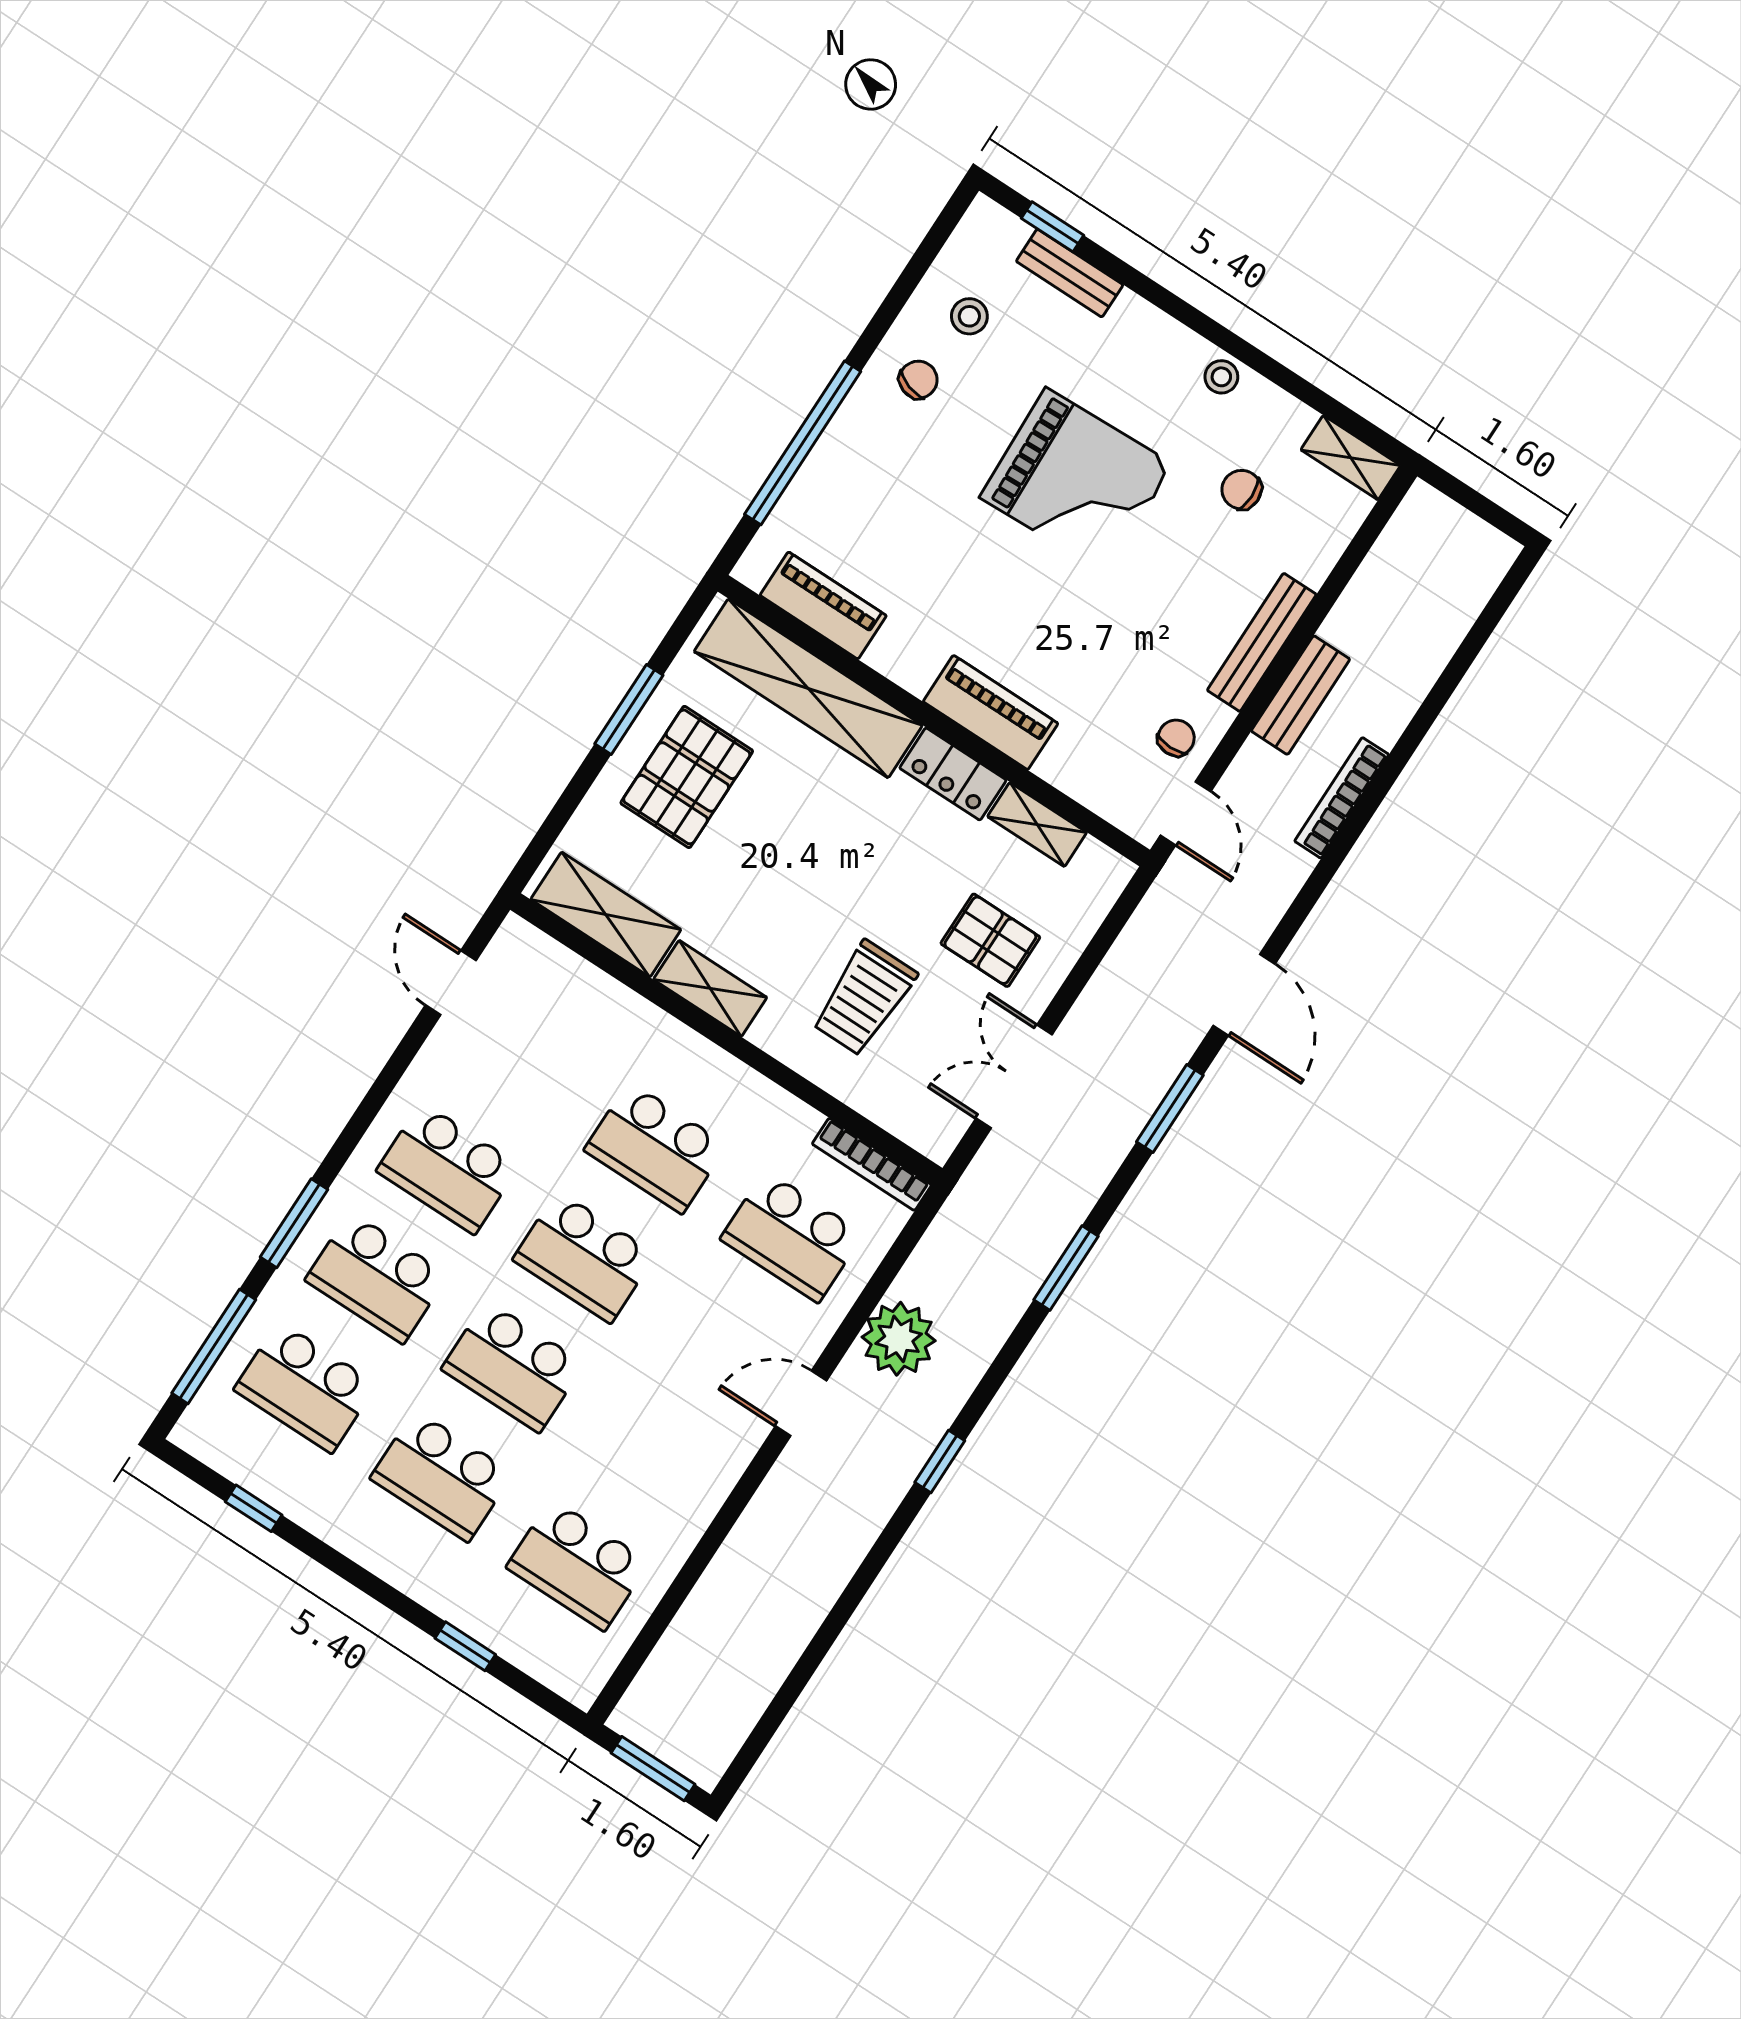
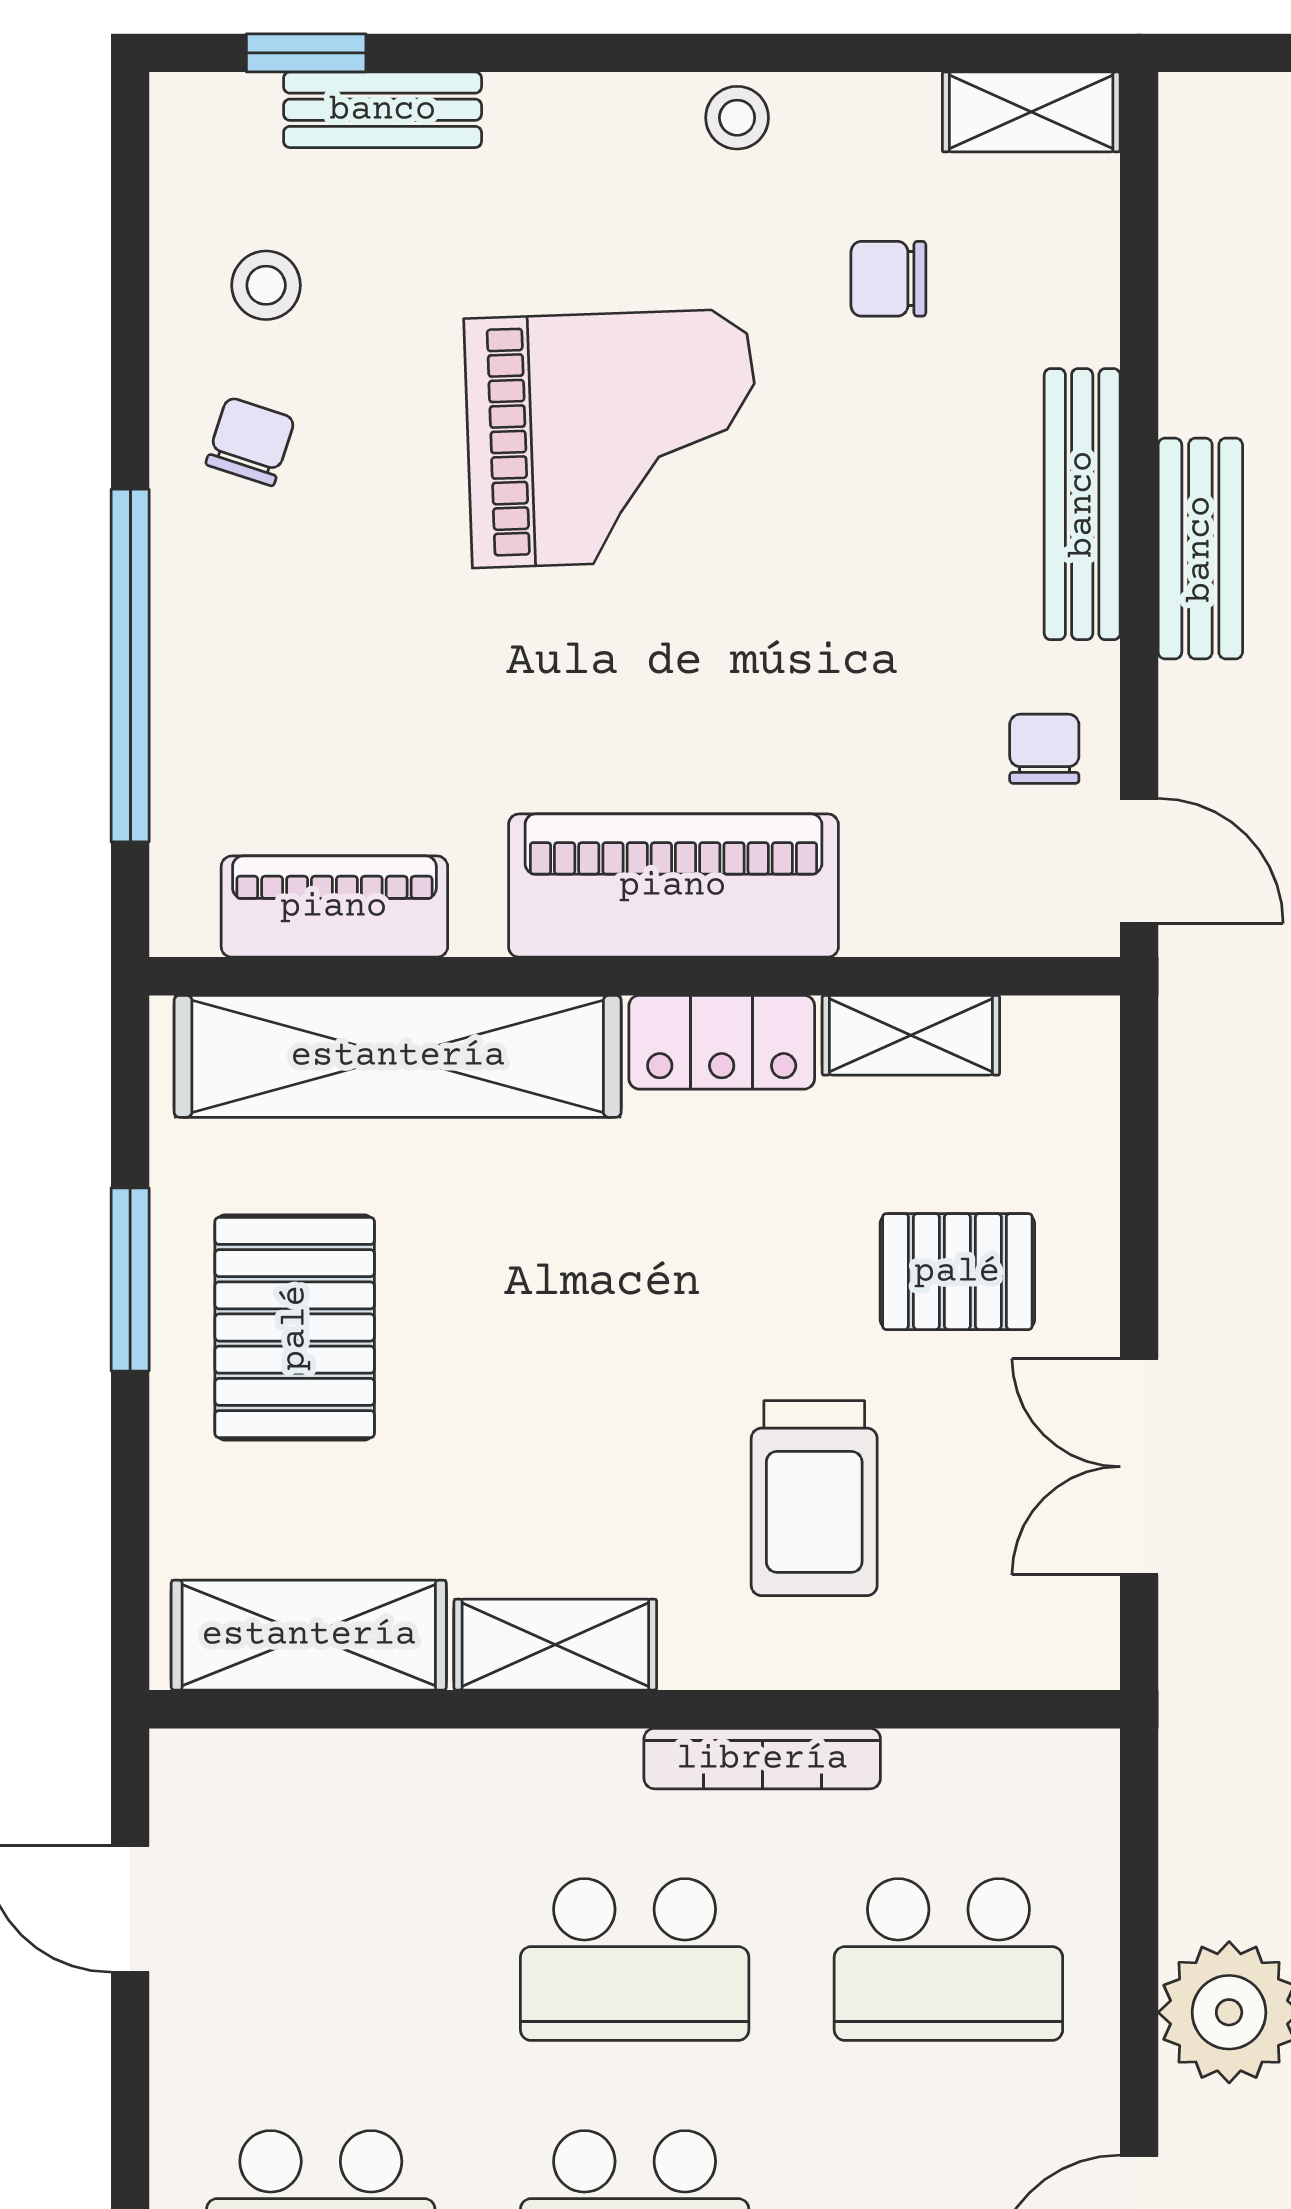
piano: (991, 712) -> (673, 886), width x1.37, depth x1.33
bookcase: (872, 1164) -> (762, 1759), moved

